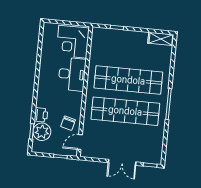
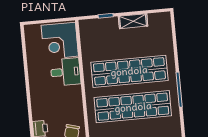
shelving: (161, 39) -> (133, 21), moved
desk: (72, 74) -> (65, 72), width x0.73

